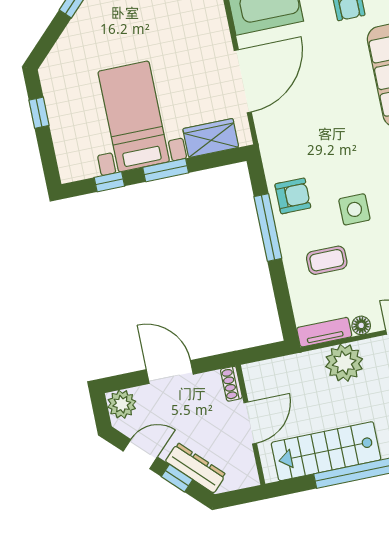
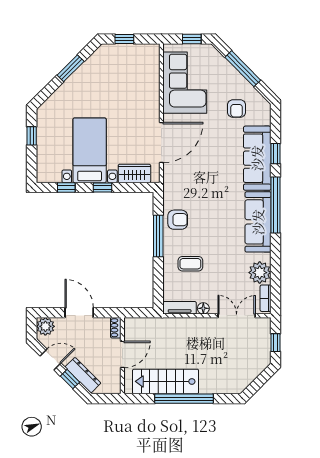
window: (166, 170) -> (102, 188), width x0.67
side table: (354, 209) -> (214, 236), removed
plant: (344, 363) -> (188, 329), removed

